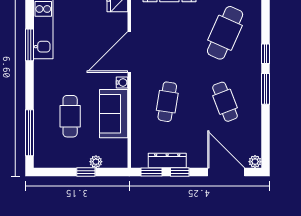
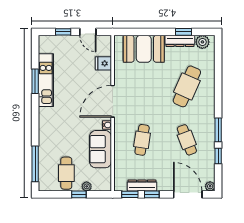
window: (30, 45) -> (35, 81), moved
window: (265, 54) -> (218, 156), moved
cafe table: (70, 116) -> (66, 173), moved

